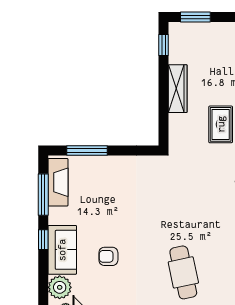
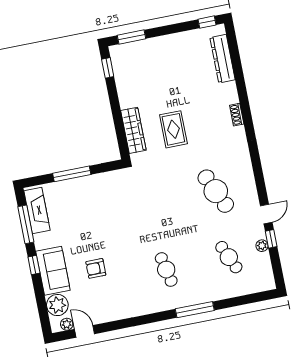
wardrobe: (178, 89) -> (133, 130), moved
window: (87, 150) -> (72, 174), moved
cafe table: (183, 272) -> (166, 270), width x0.73, depth x0.74

